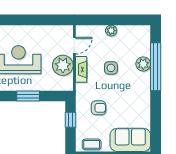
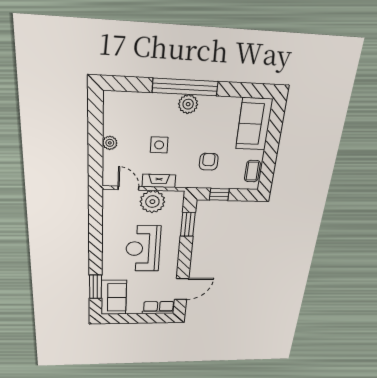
plant: (143, 64) -> (188, 104), moved
window: (156, 67) -> (185, 87), moved
window: (28, 96) -> (188, 224), moved

